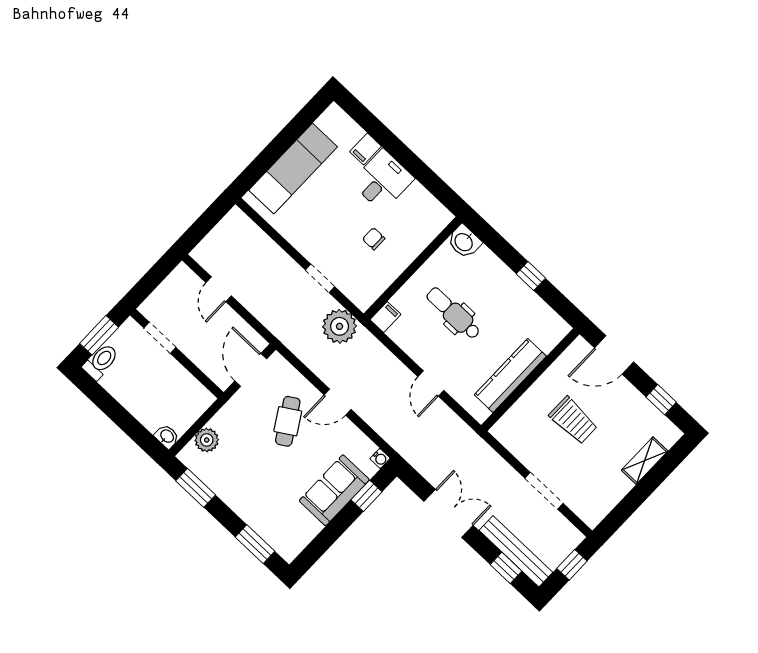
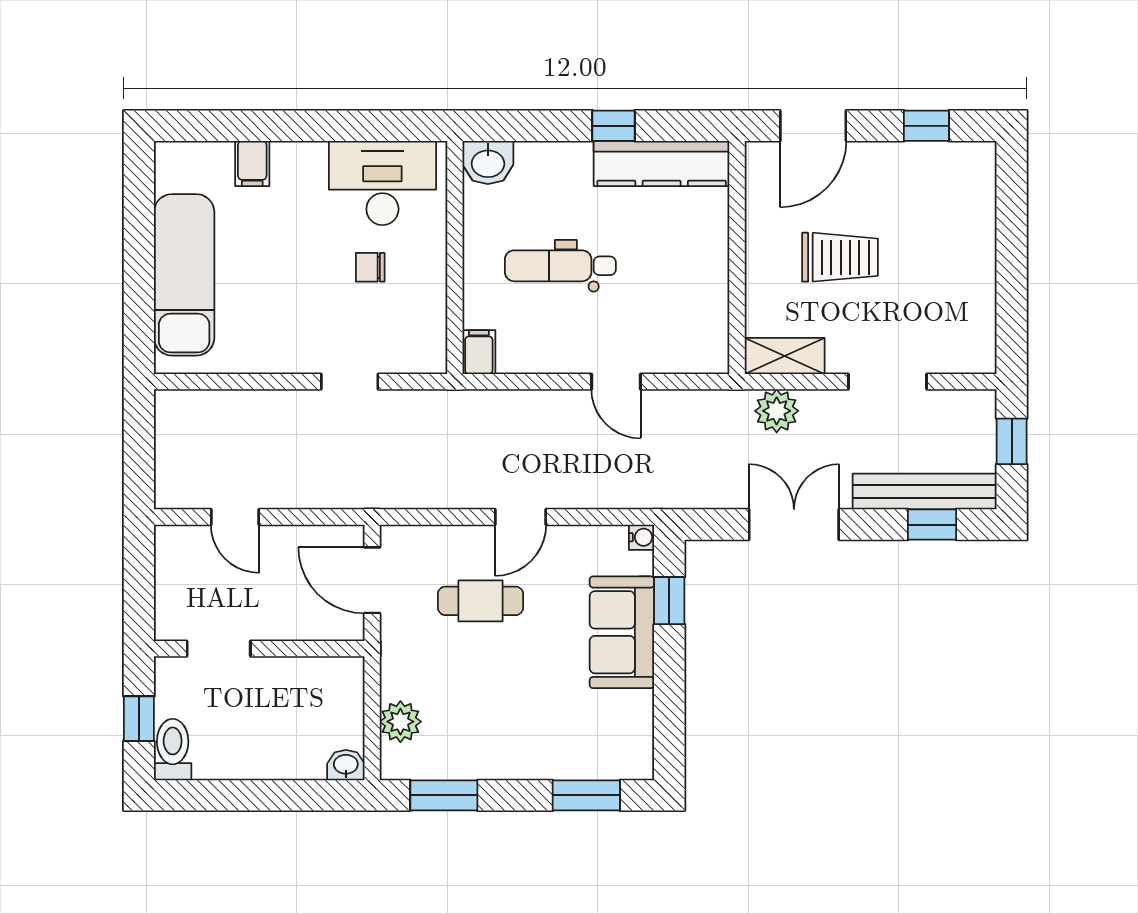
desk: (382, 180) -> (382, 183), moved, width x1.37
plant: (340, 326) -> (777, 411), moved, width x0.73, depth x0.73
window: (99, 335) -> (139, 719), width x0.67
kitchen counter: (510, 375) -> (662, 163), moved, turned -90
cafe table: (288, 421) -> (480, 601), turned -58
shelving: (645, 461) -> (785, 356), moved, turned 90

